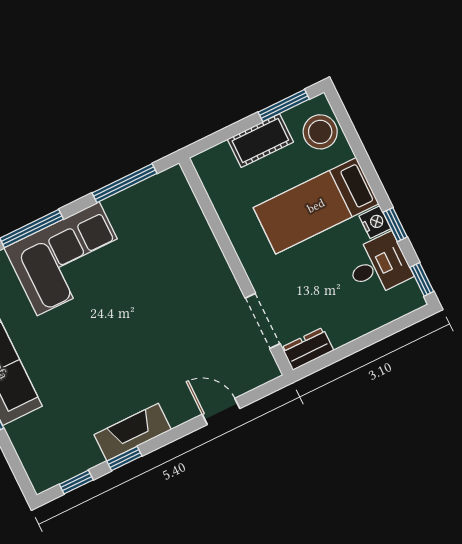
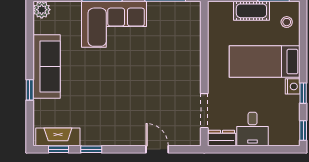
stool: (320, 132) -> (287, 22), width x0.53, depth x0.53
desk: (378, 266) -> (253, 129), moved, turned 90
fireplace: (133, 432) -> (58, 137), moved

